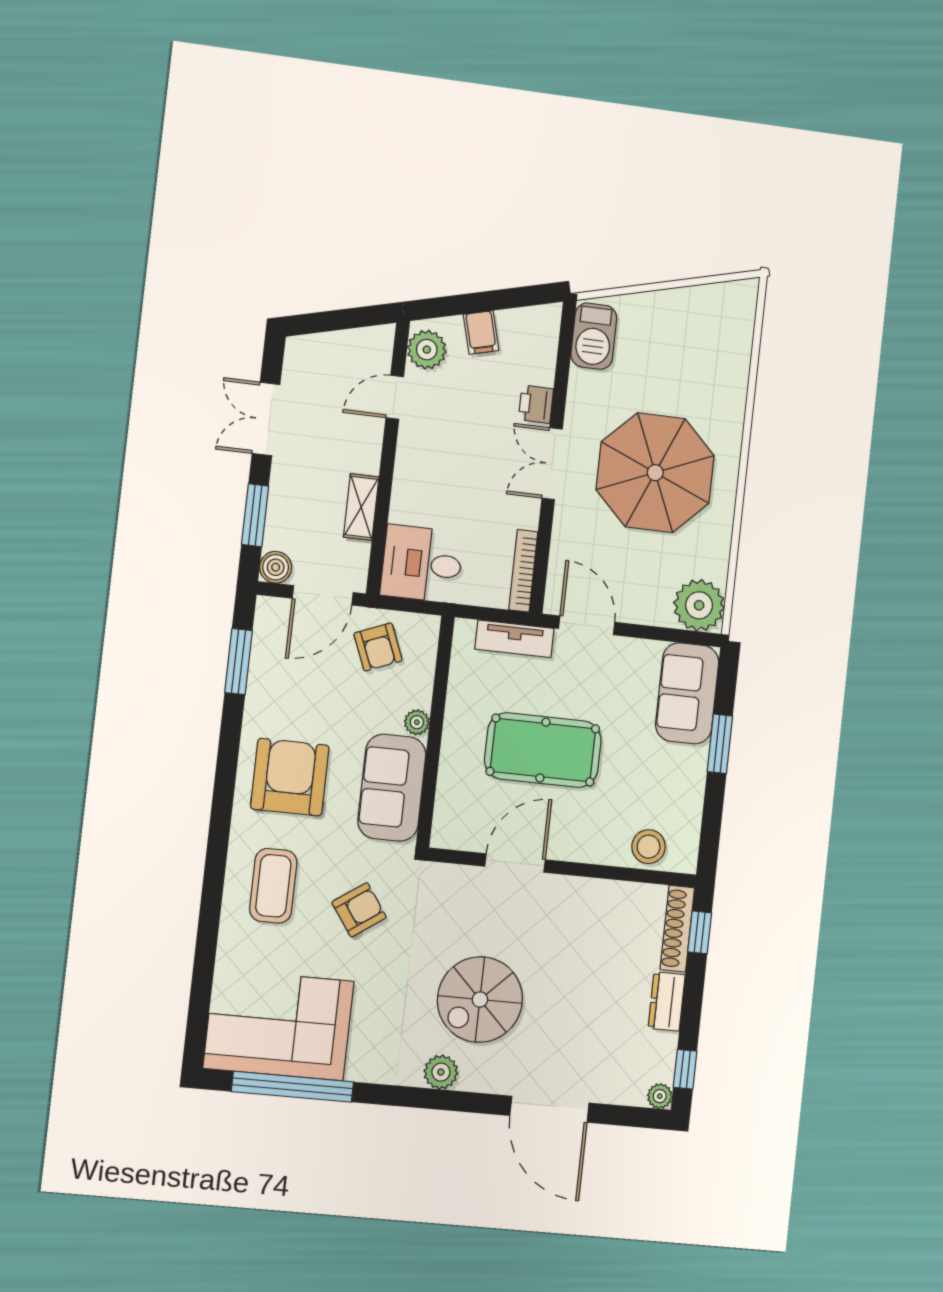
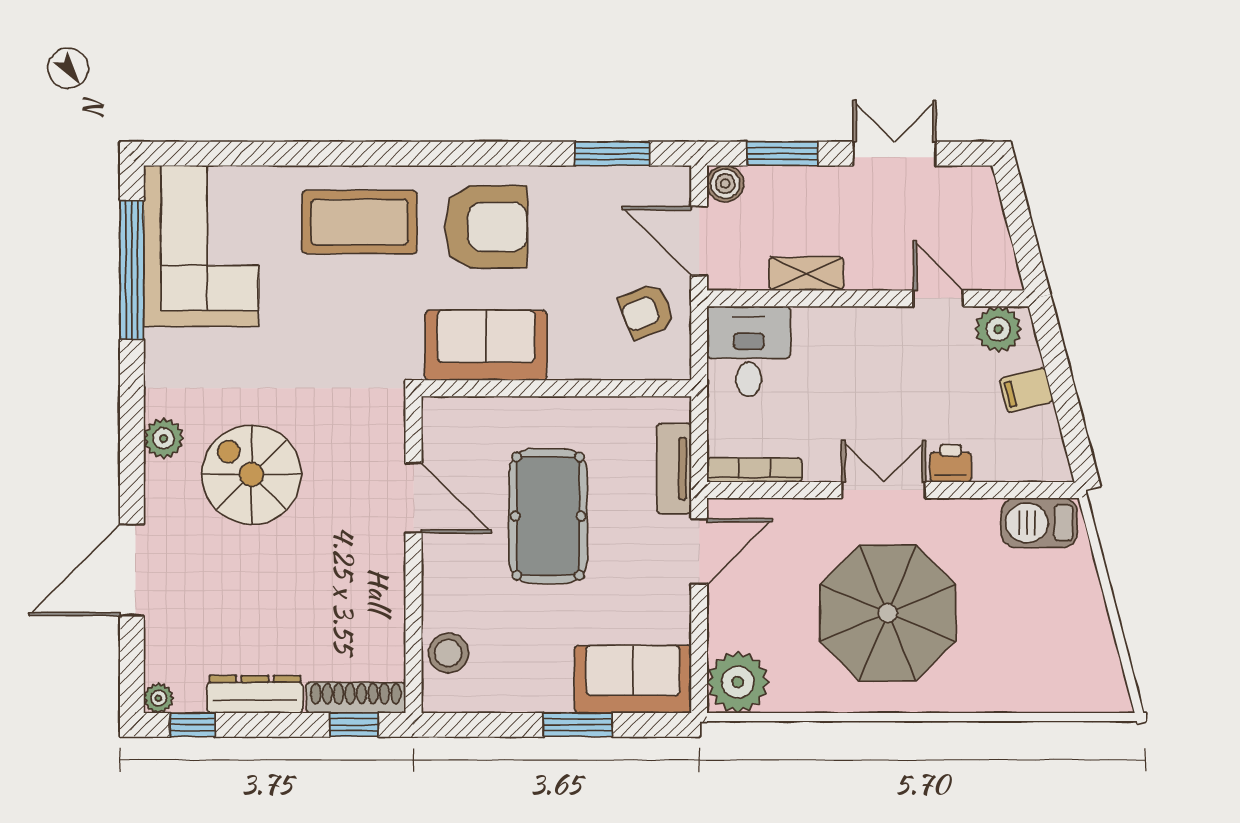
plant: (417, 722) -> (565, 366), removed
coffee table: (273, 886) -> (359, 222), width x1.36, depth x1.32
armchair: (359, 910) -> (342, 323), removed
dresser: (667, 1001) -> (255, 694), width x1.44

